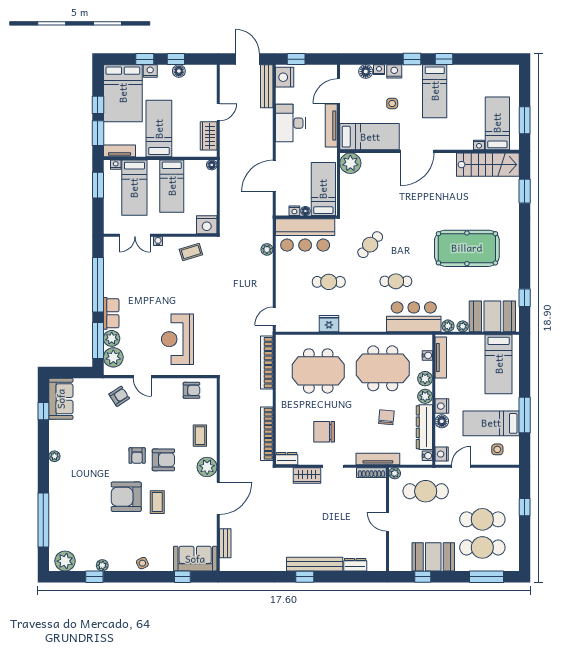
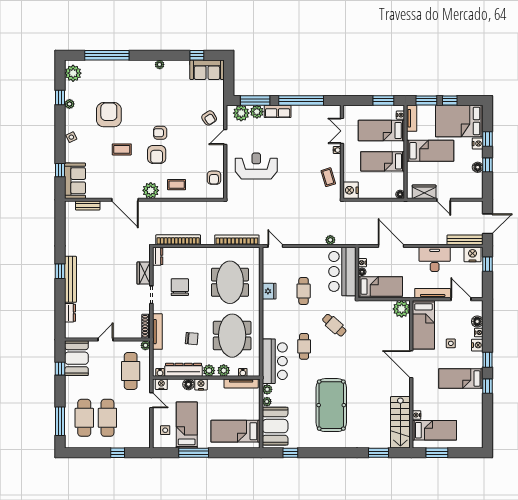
armchair: (126, 497) -> (109, 115), moved
booth: (433, 557) -> (76, 358), moved

